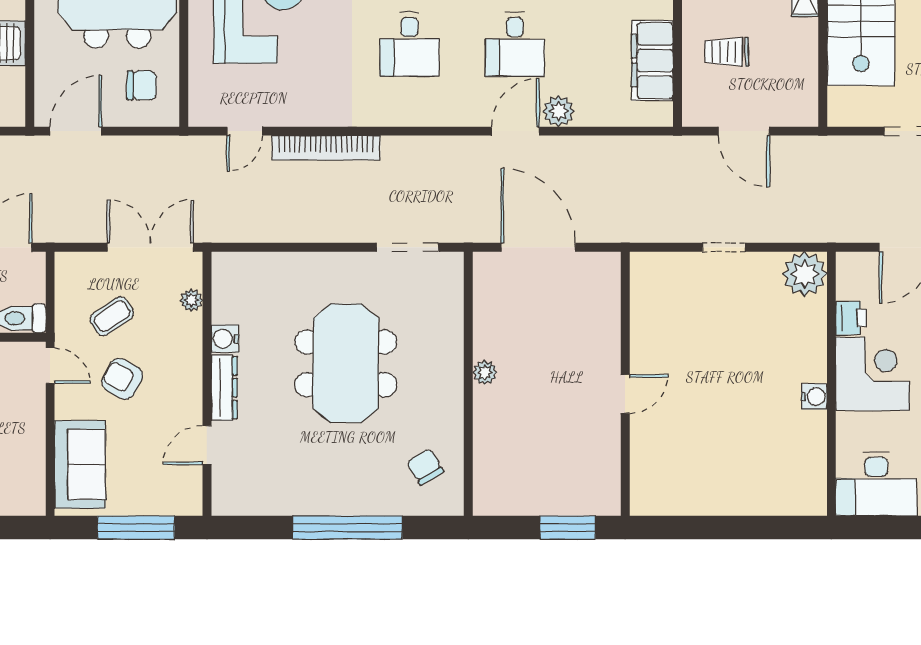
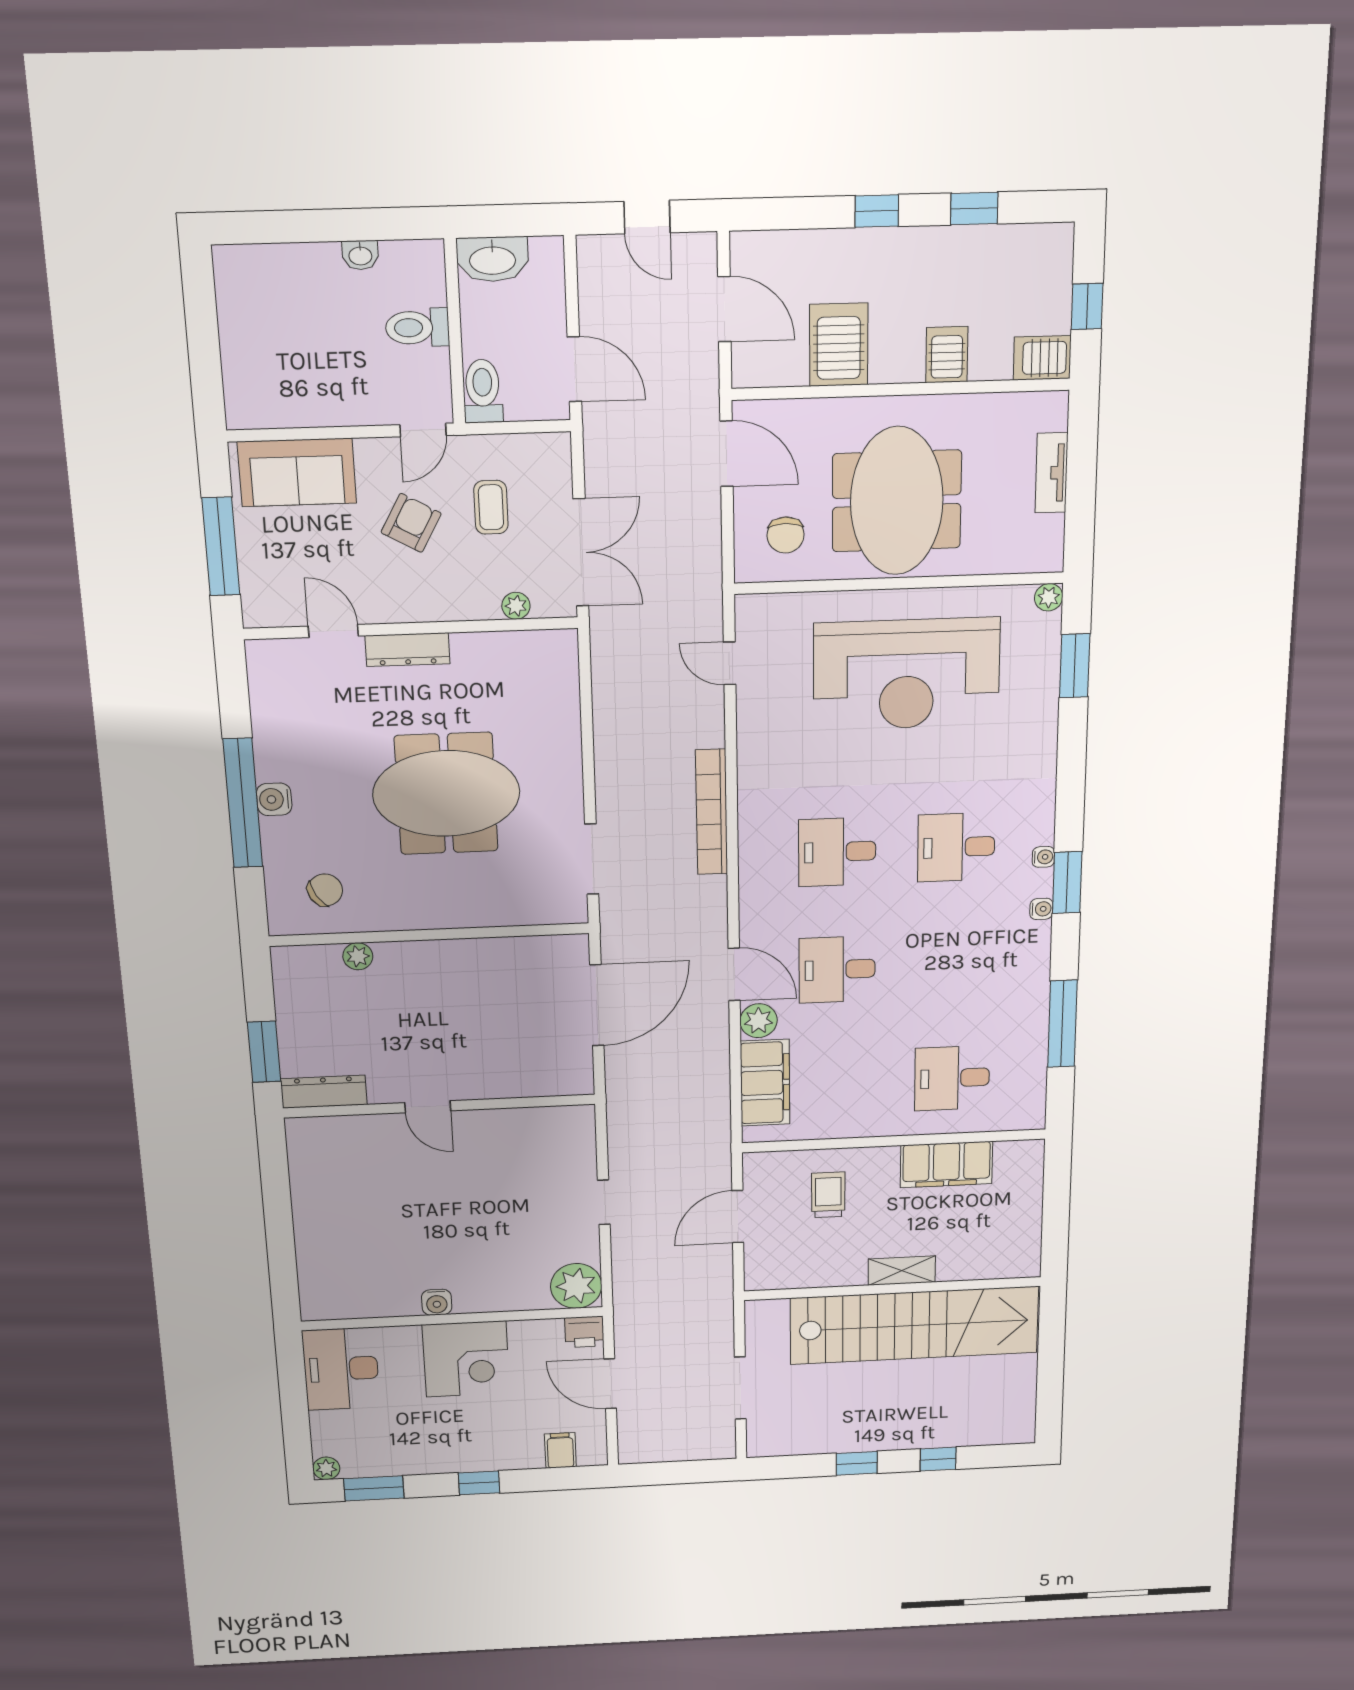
filing cabinet: (652, 61) -> (765, 1083), moved, turned 90
bookcase: (326, 148) -> (712, 812), moved
coffee table: (112, 316) -> (491, 507), turned 34
printer: (851, 318) -> (584, 1332), moved
water cooler: (225, 339) -> (274, 799), moved, turned -90
plant: (485, 372) -> (358, 956), moved
dresser: (607, 480) -> (324, 1092), added

